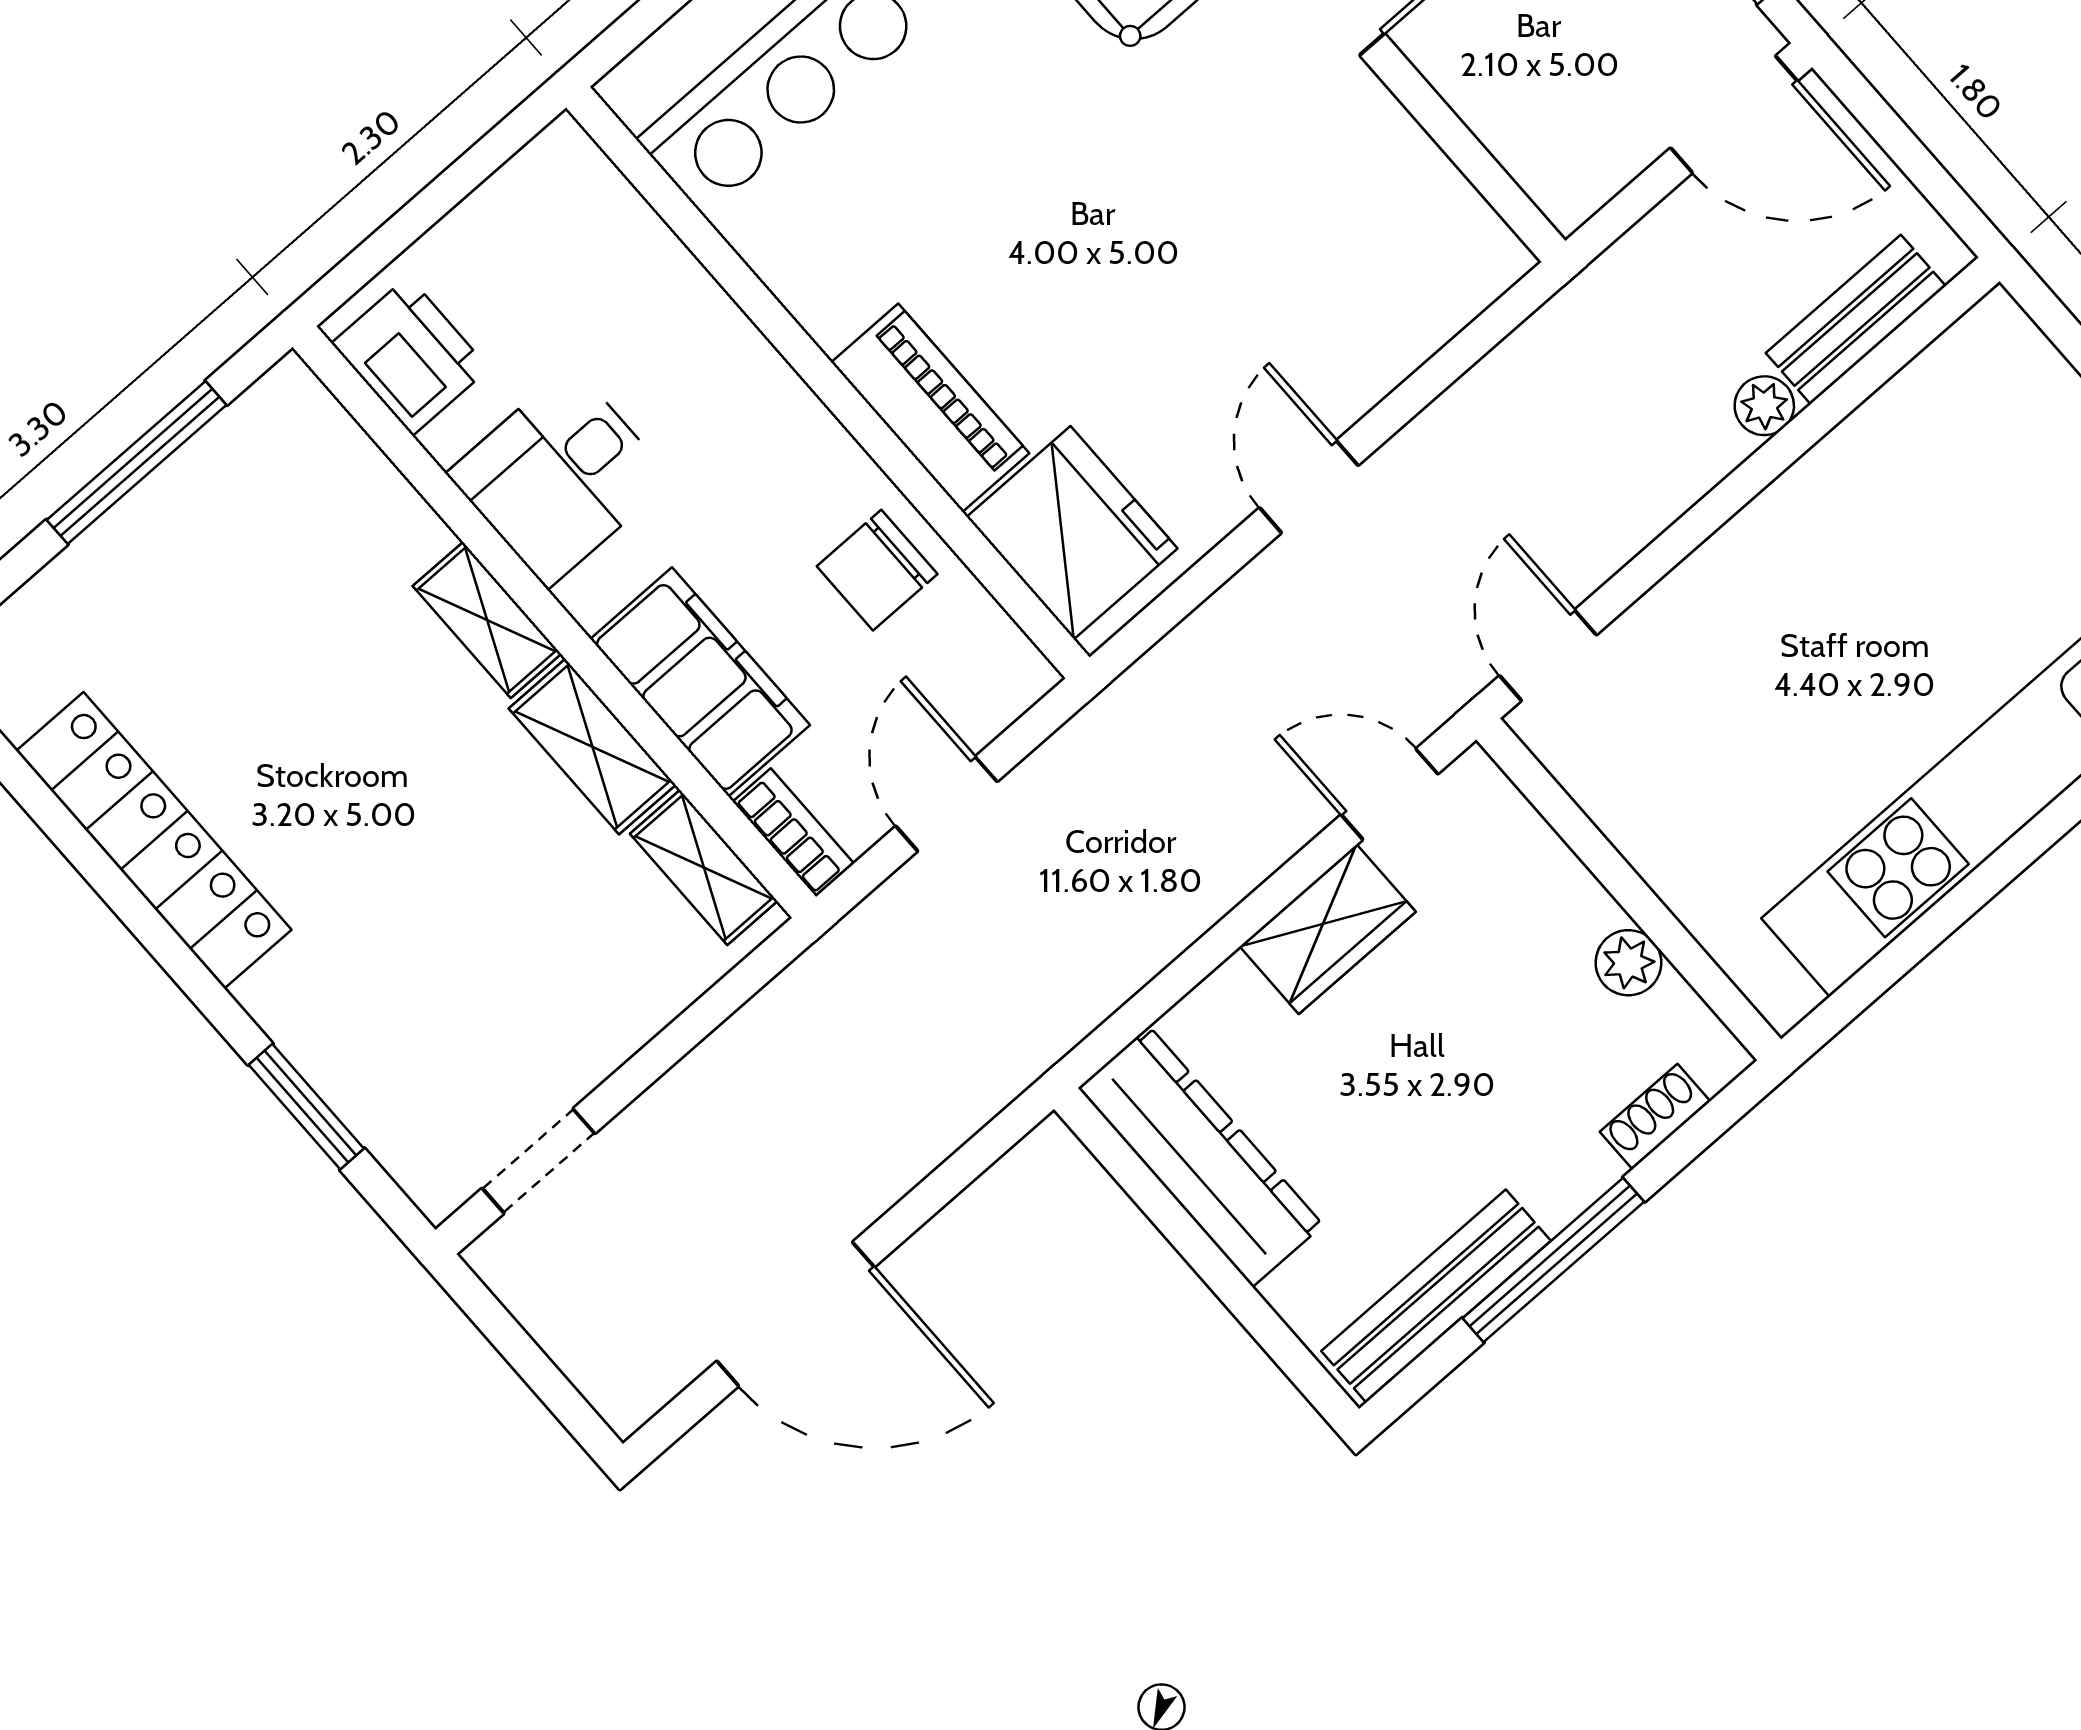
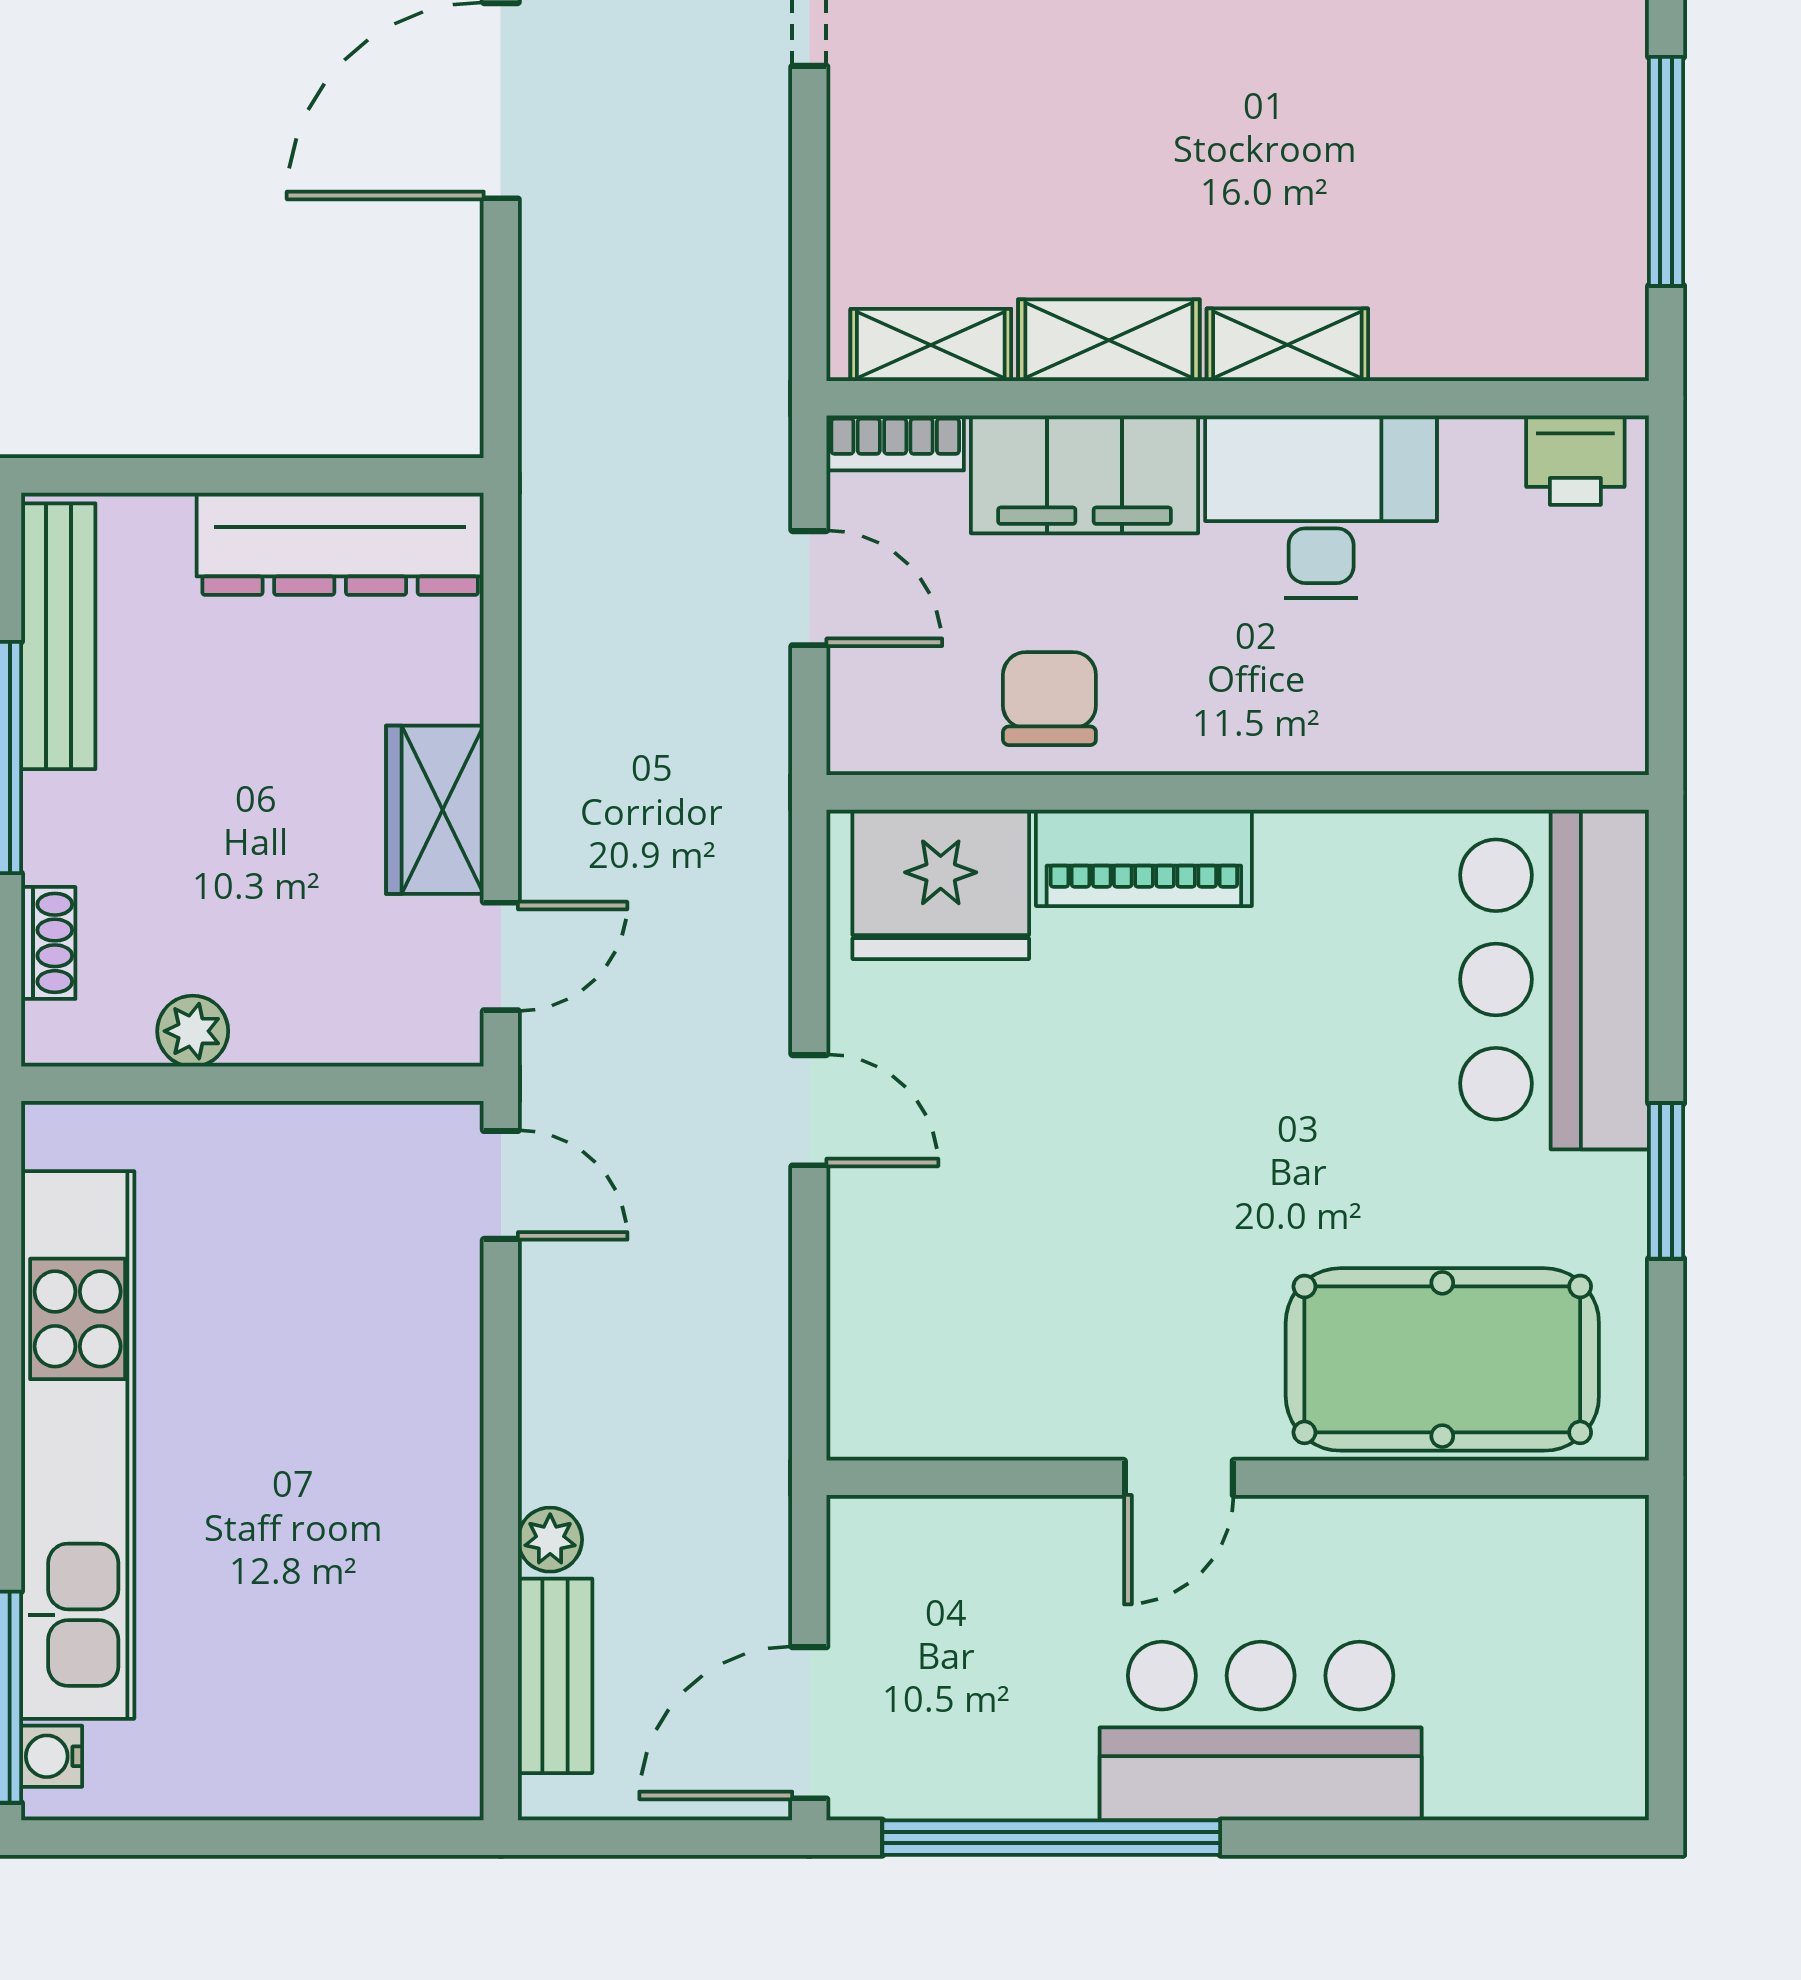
printer: (410, 356) -> (1575, 460), width x0.73, depth x0.81
desk: (560, 476) -> (1321, 507), width x1.37

